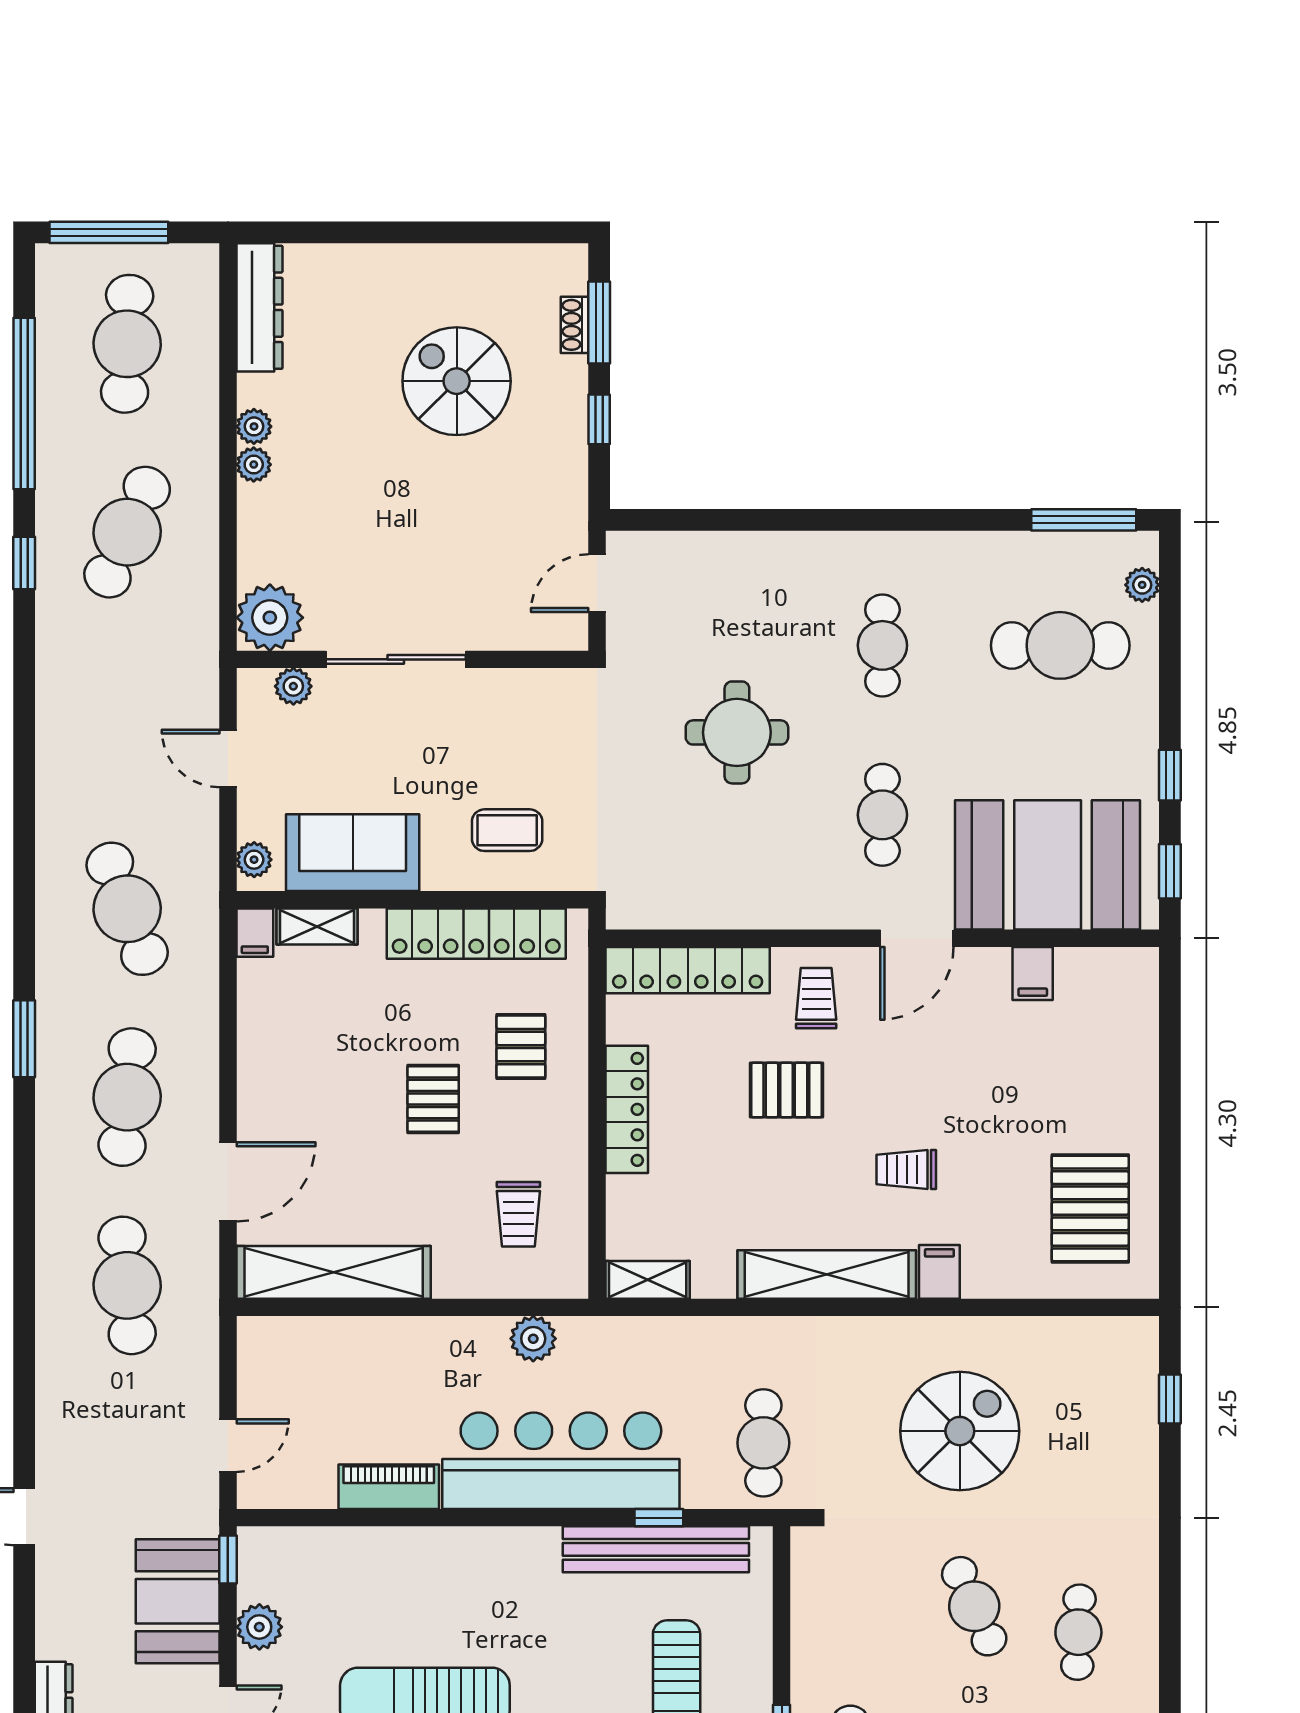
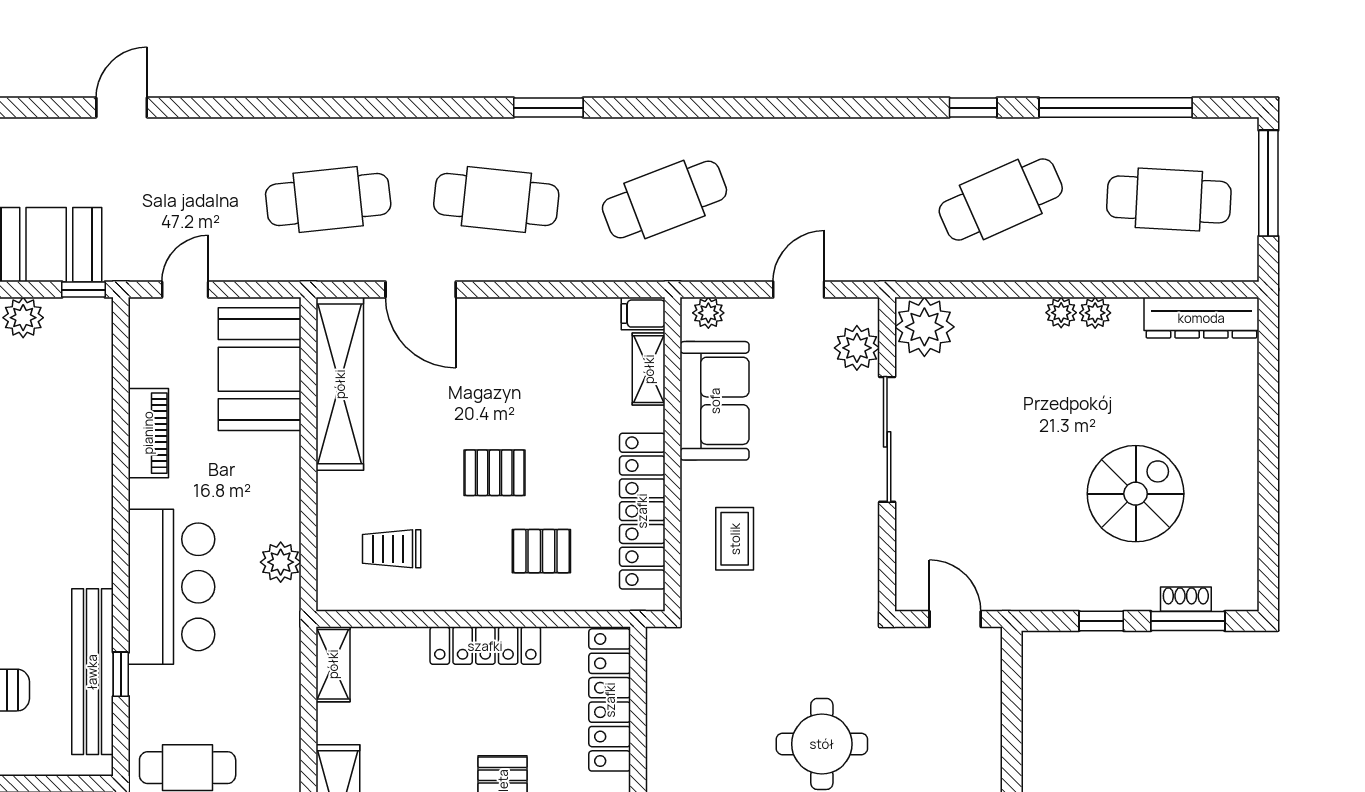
cafe table: (127, 532) -> (1001, 199), turned -48
plant: (293, 686) -> (857, 348), width x1.38, depth x1.38
booth: (317, 1362) -> (260, 369), added
door: (228, 1446) -> (185, 290), swing flipped
bar counter: (561, 1461) -> (172, 587), width x0.73

